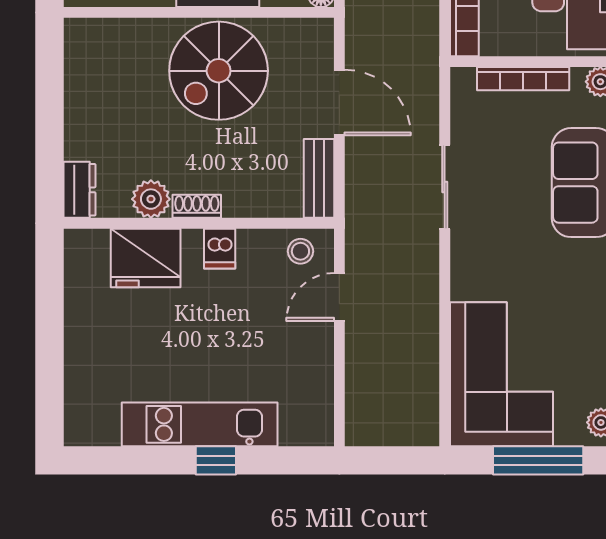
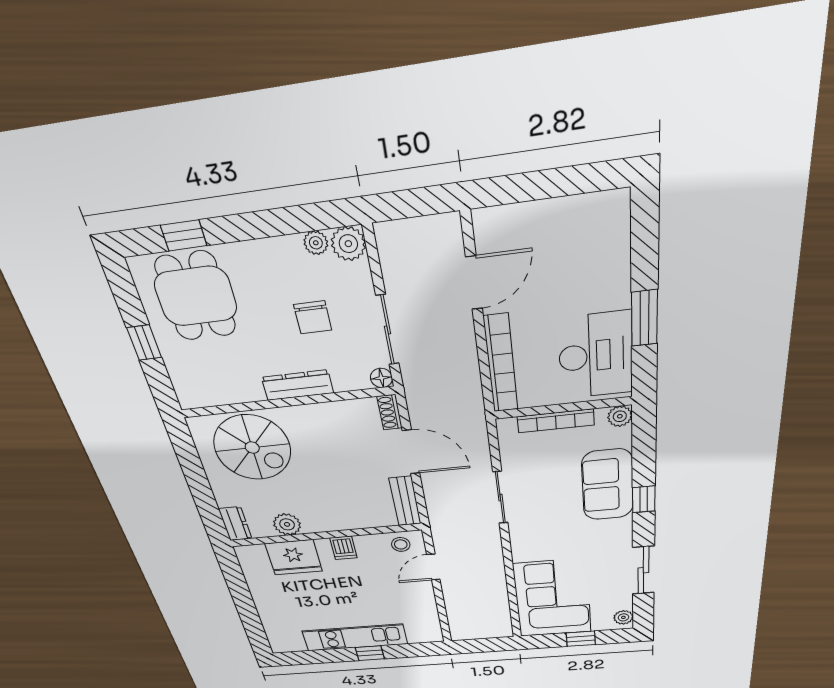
spiral stairs: (219, 71) -> (252, 448), moved, turned -90
shoe rack: (197, 206) -> (390, 412), moved, turned -90
window: (538, 460) -> (581, 639), width x0.46

